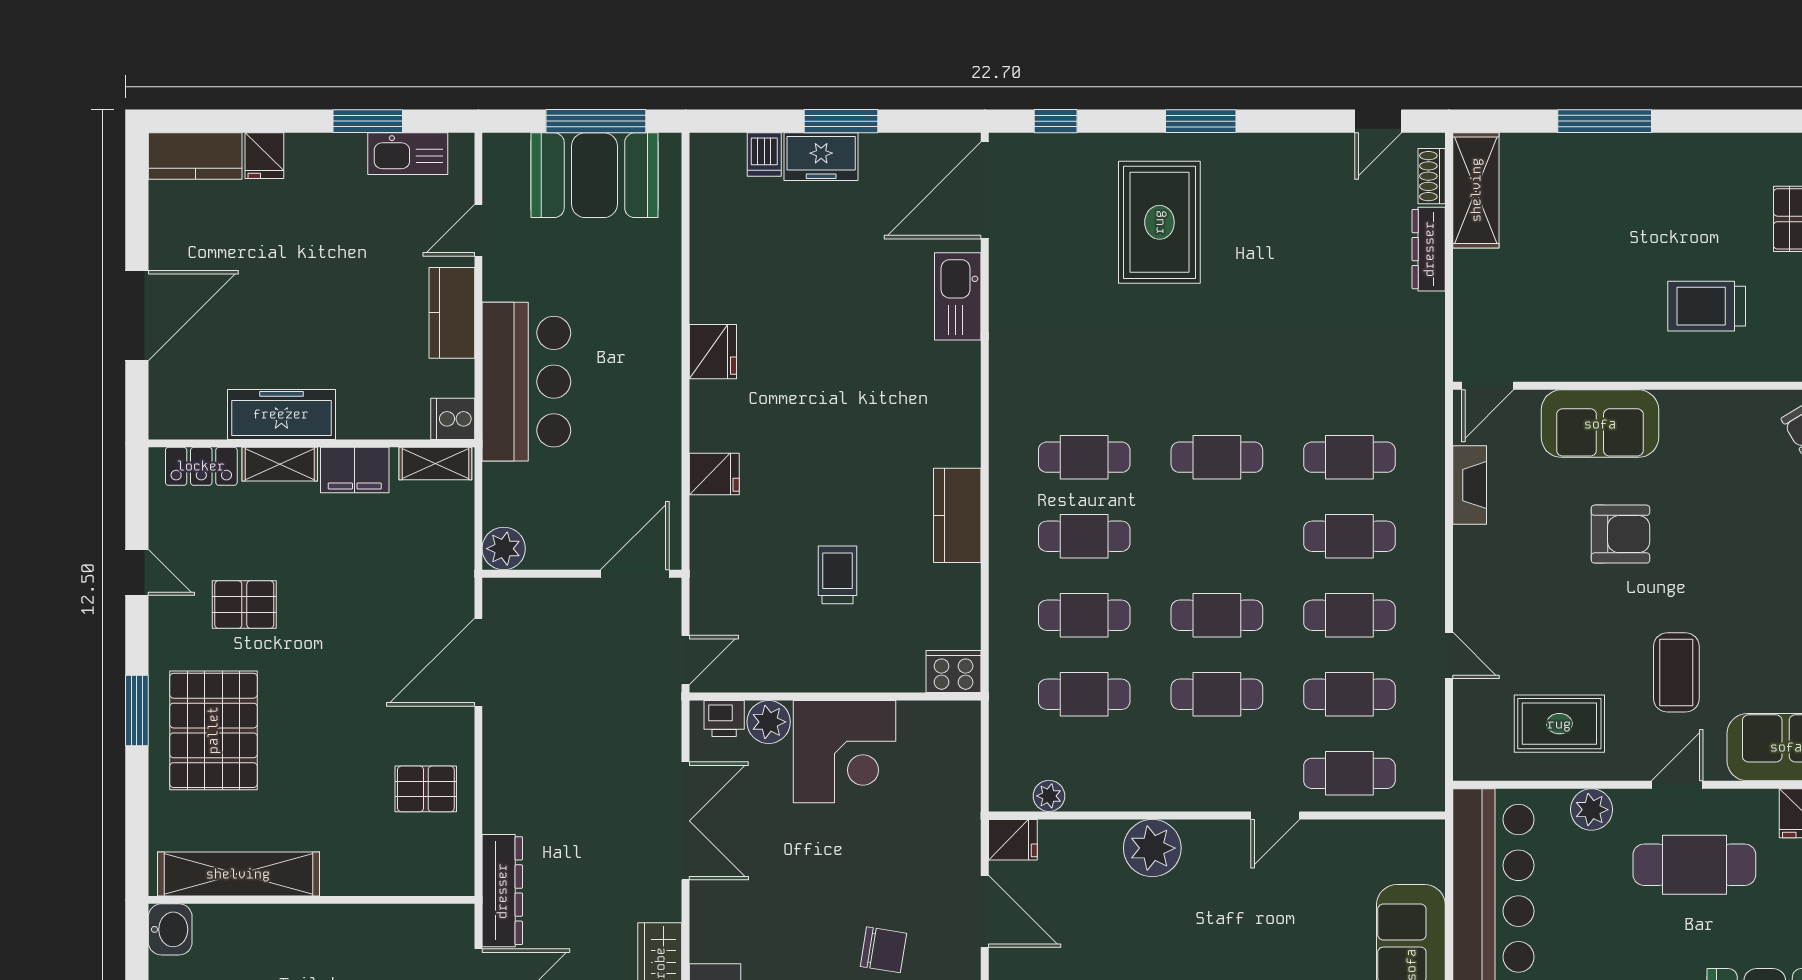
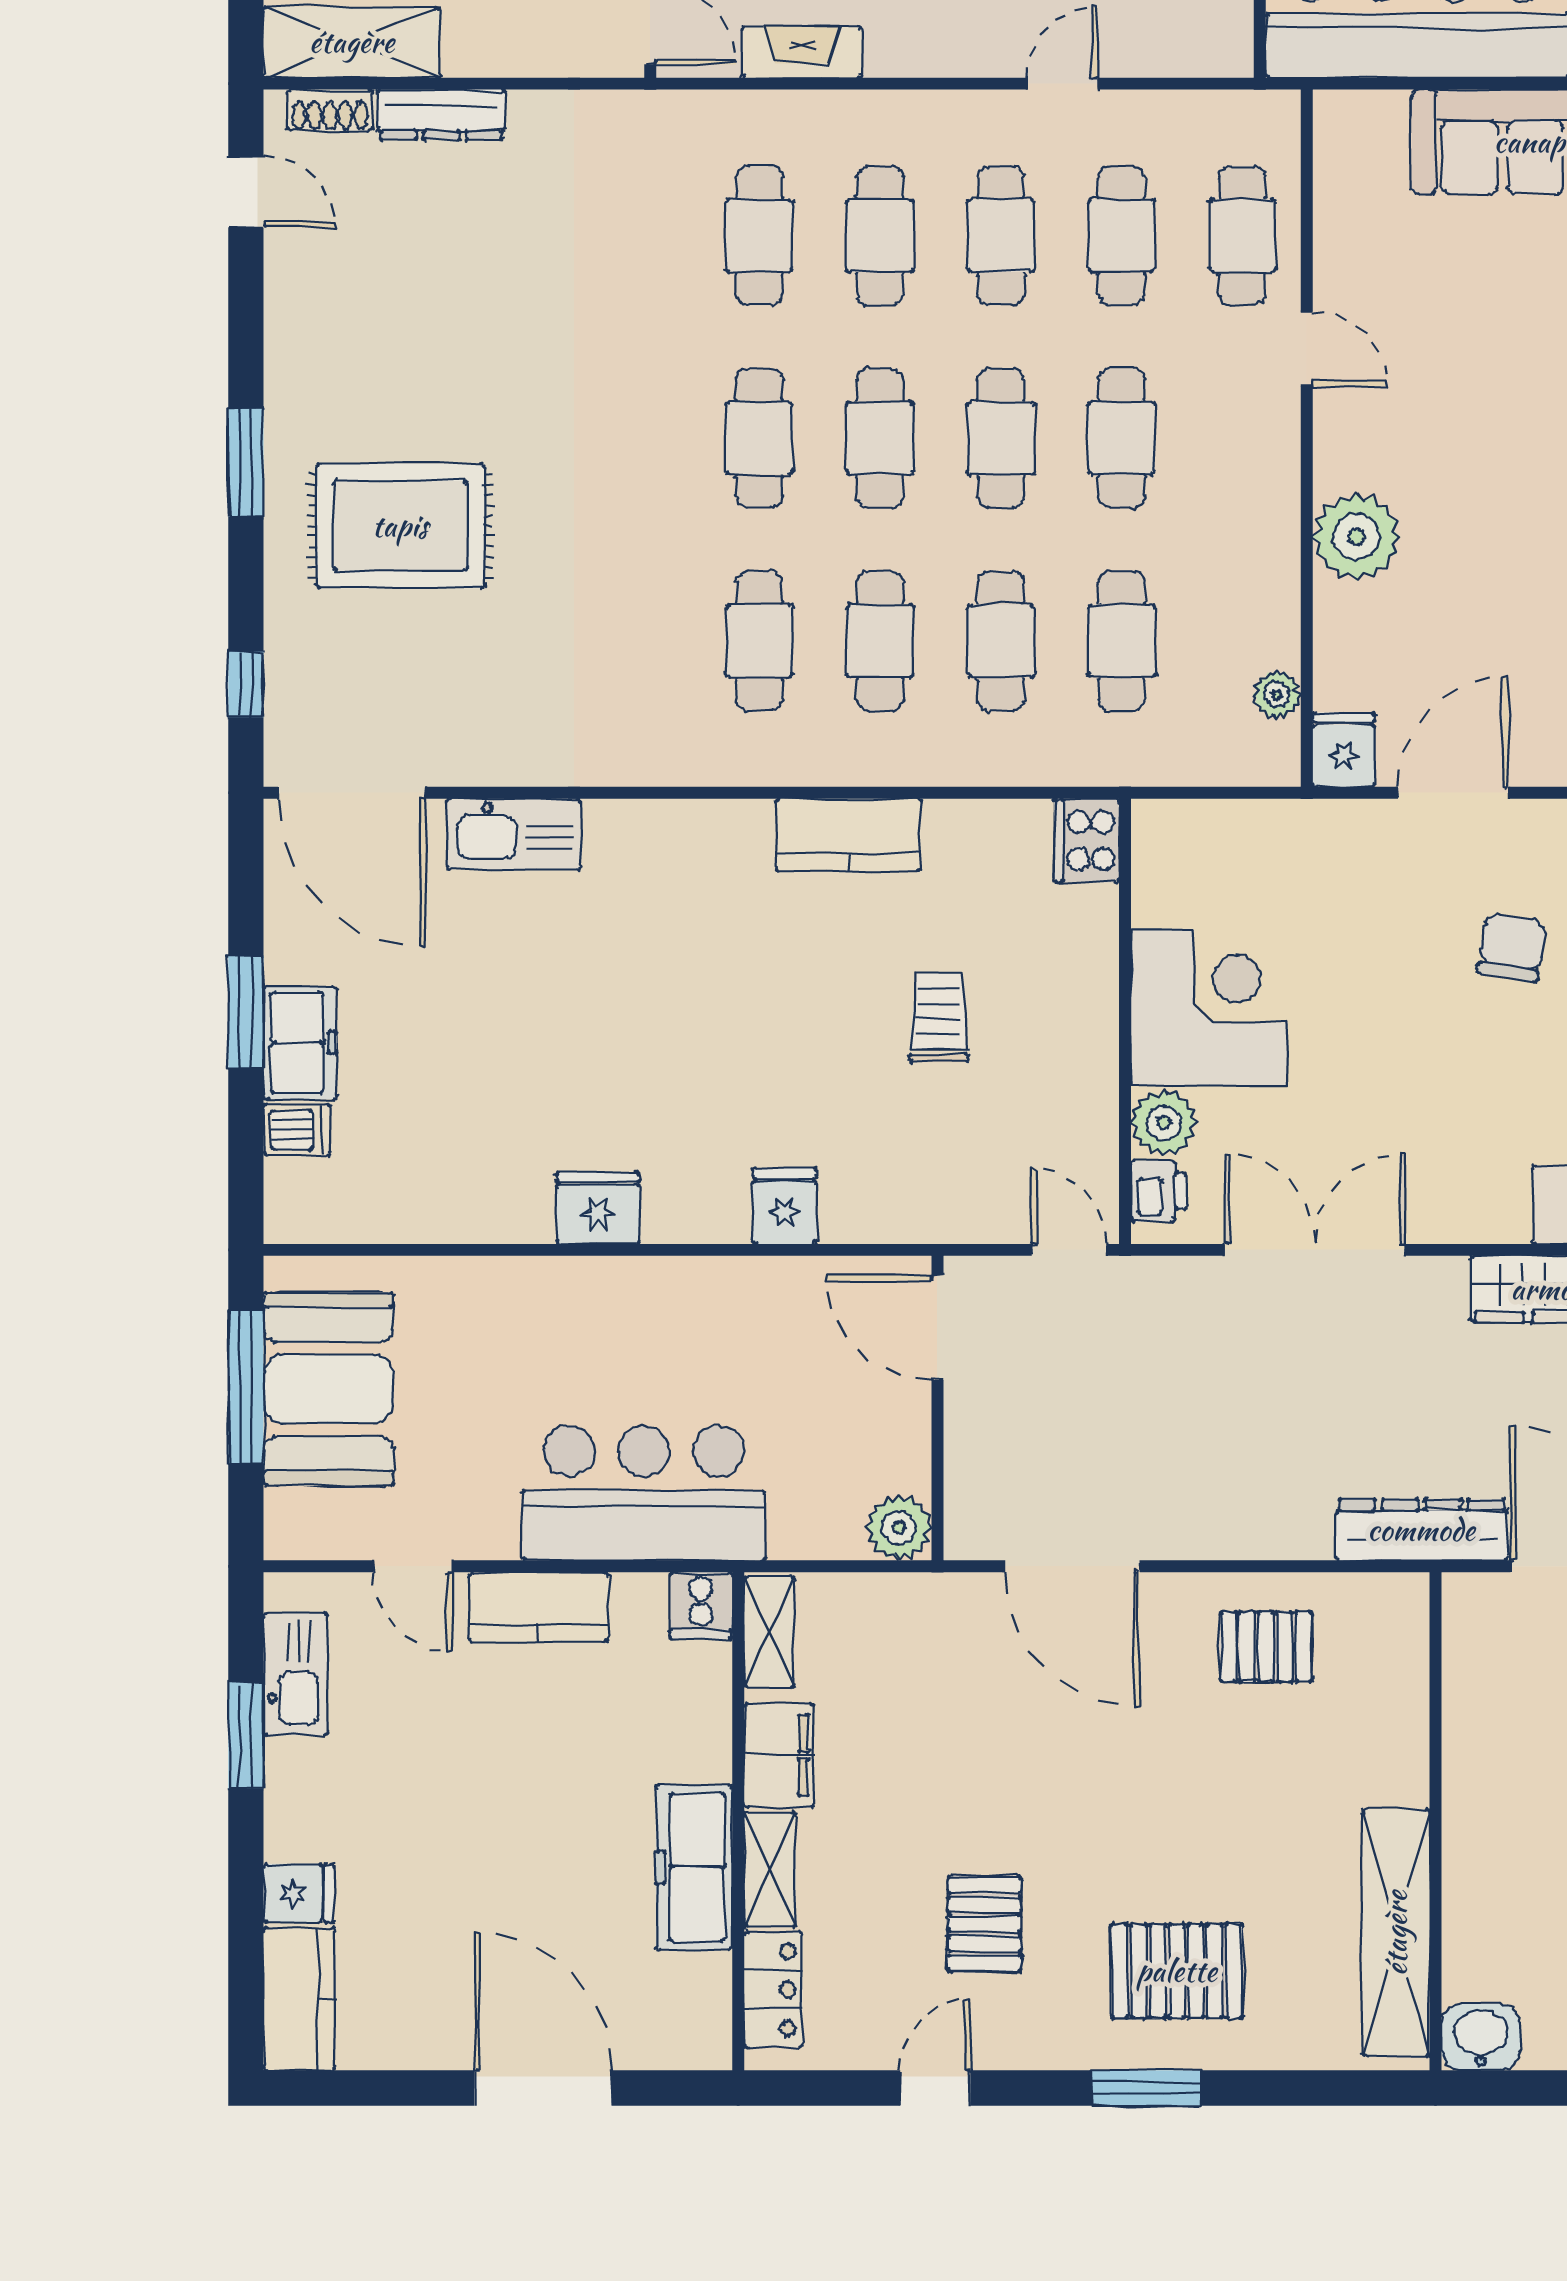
cafe table: (1217, 536) -> (880, 438), added
trolley: (837, 575) -> (939, 1018), turned 90
pallet: (213, 730) -> (1177, 1971), width x0.73, depth x0.71
pallet: (426, 789) -> (1266, 1647), turned 90

